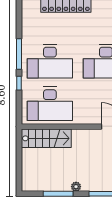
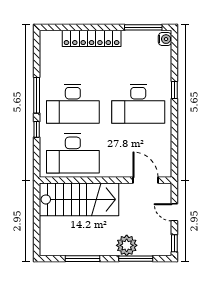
stairs: (46, 138) -> (79, 199), width x1.36, depth x1.51
plant: (76, 187) -> (127, 245), moved, width x1.87, depth x1.87

